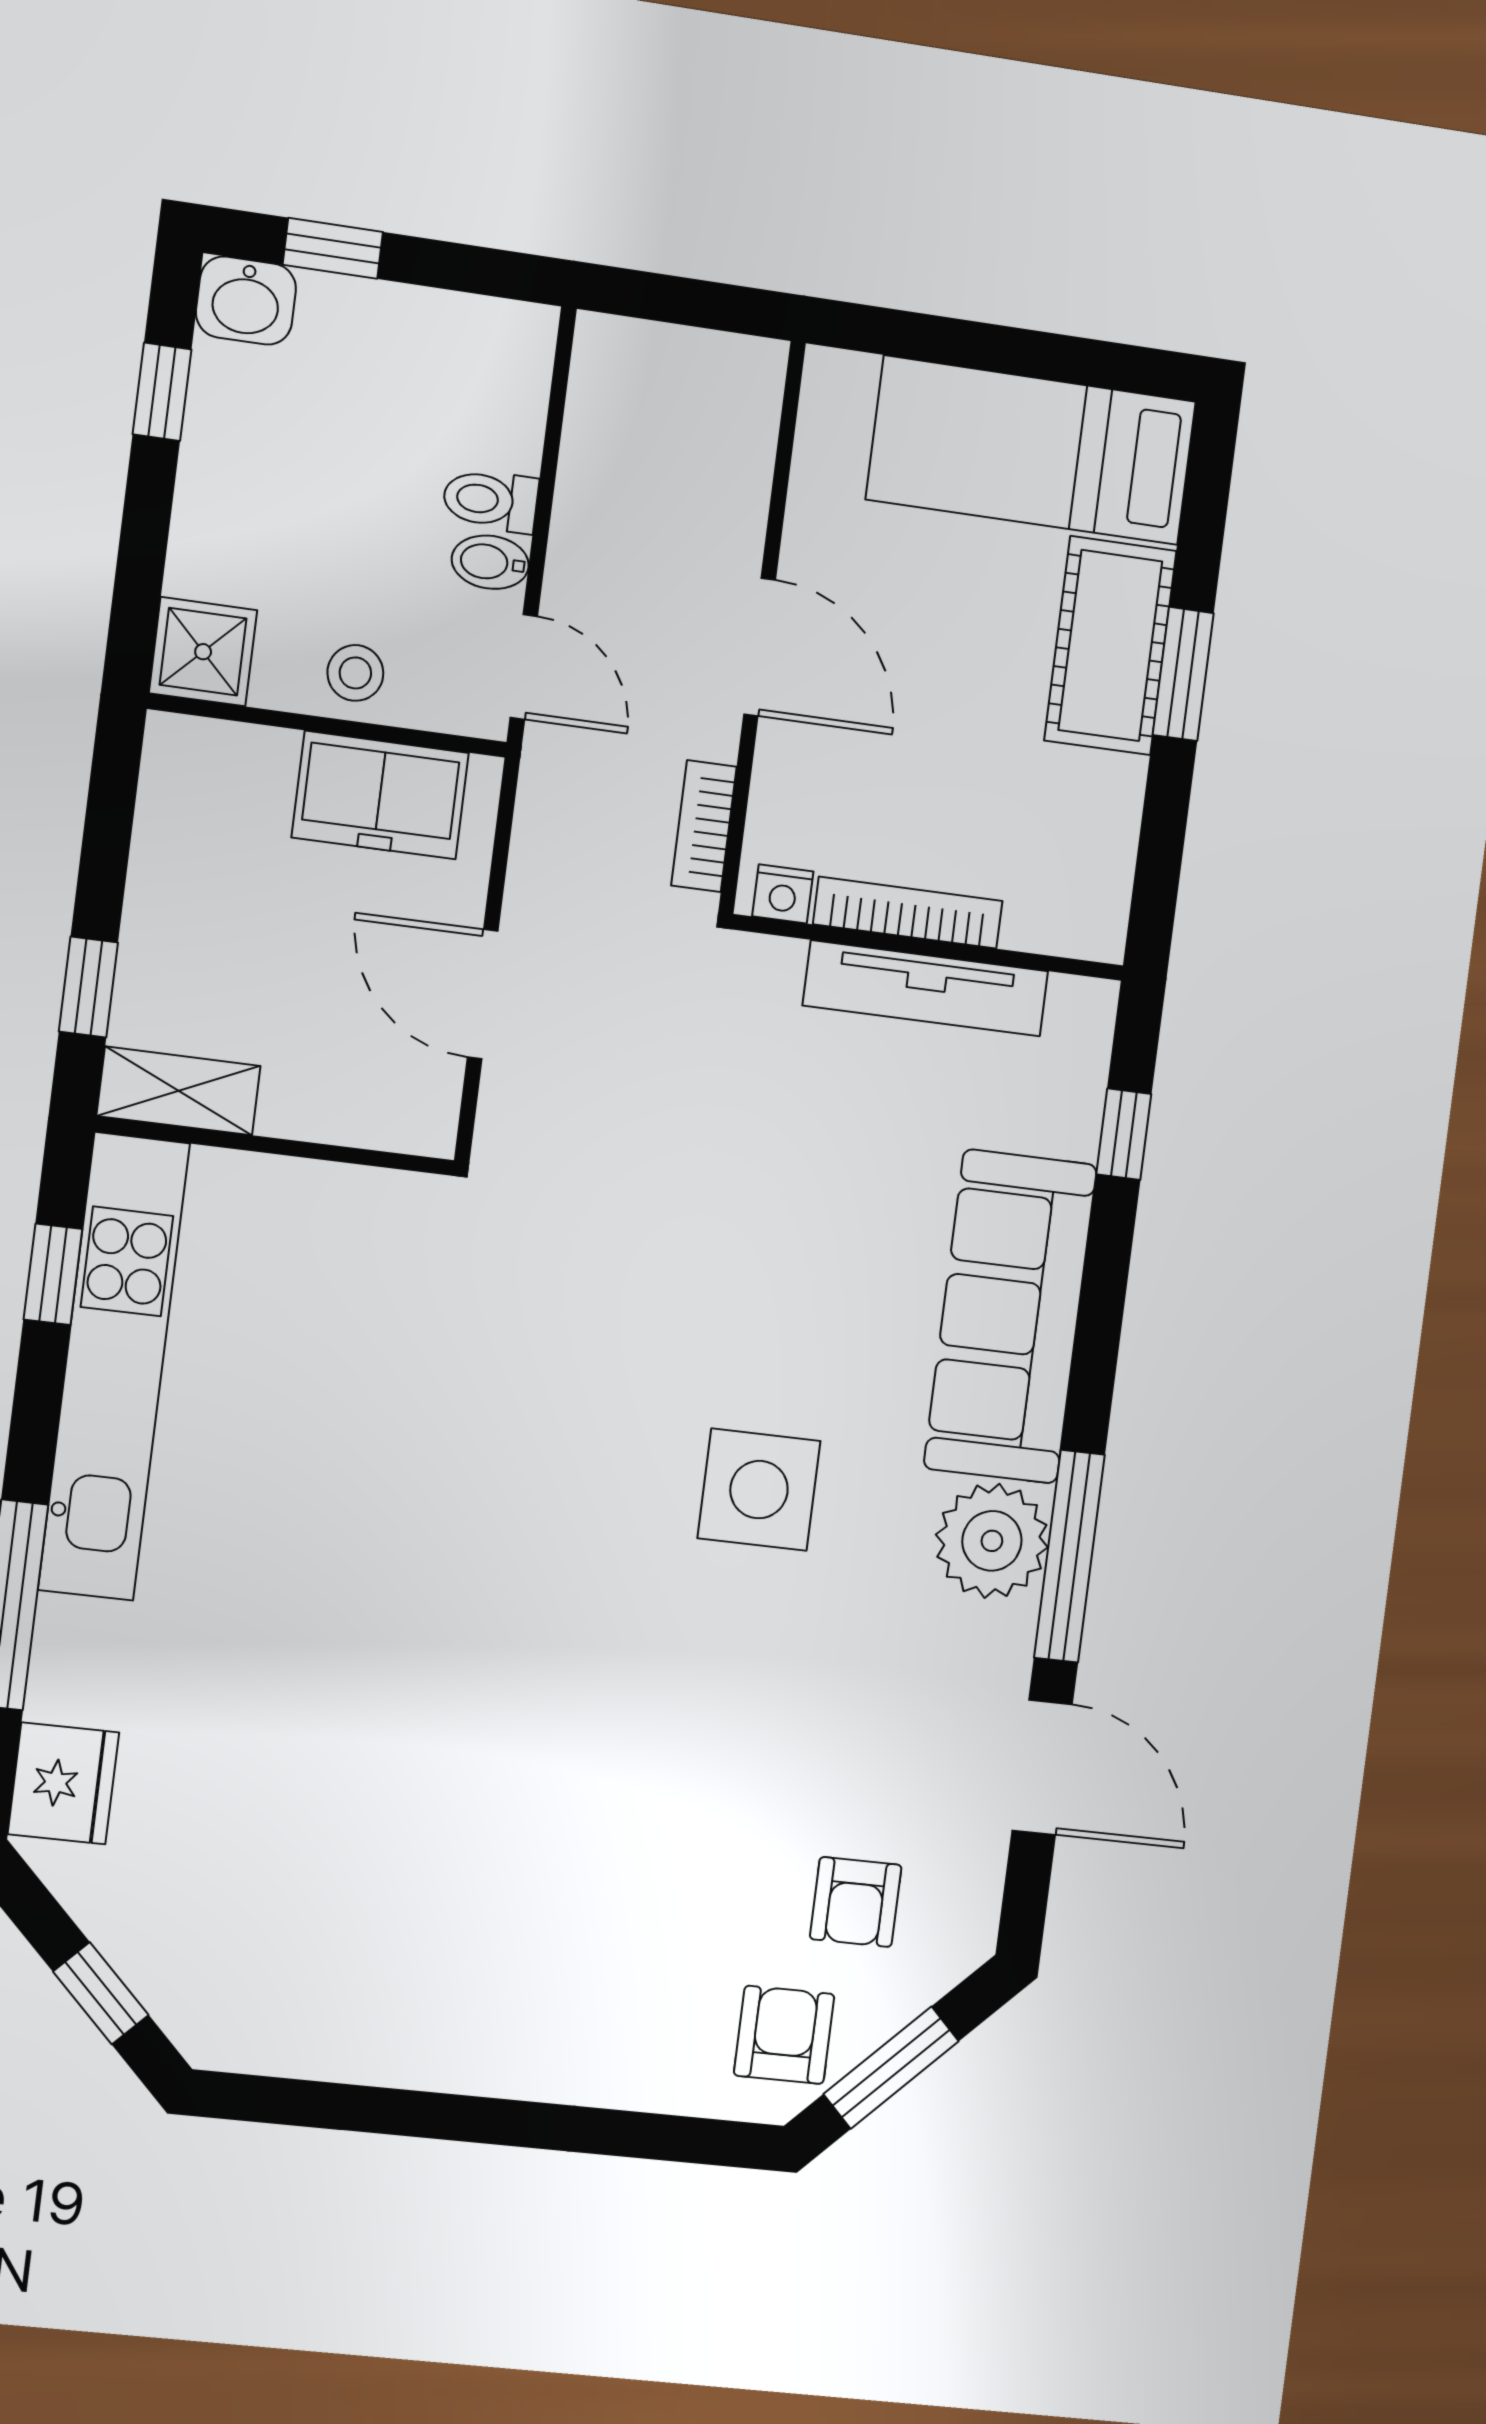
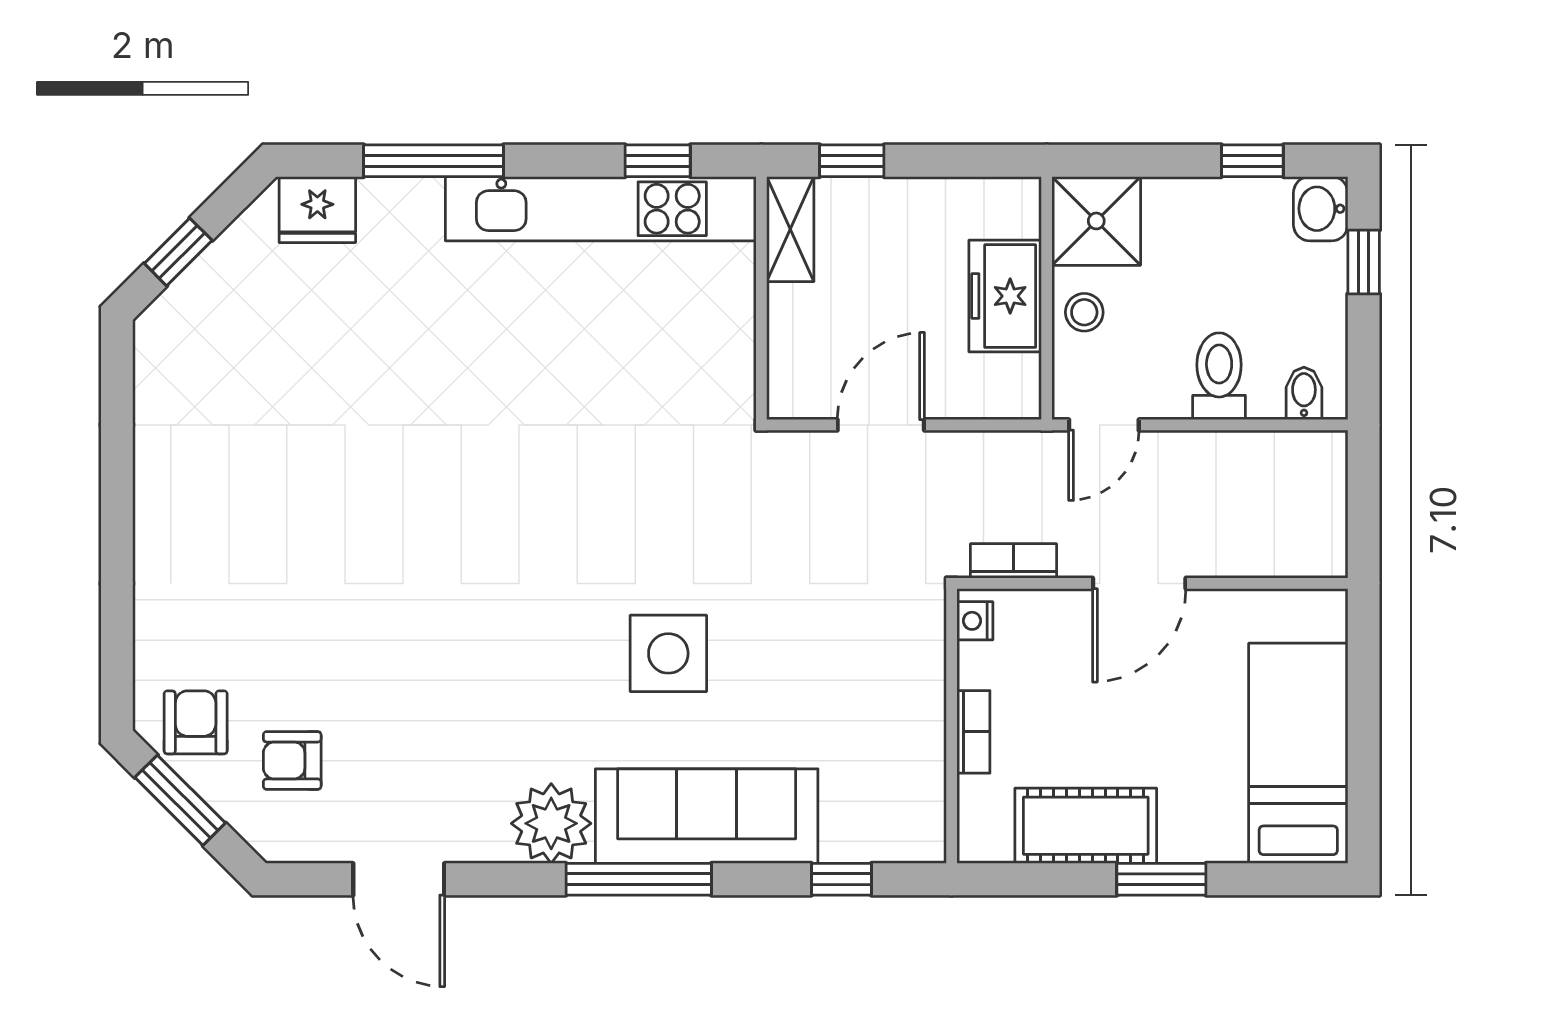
toilet: (490, 500) -> (1219, 376), width x1.37, depth x1.39
bidet: (490, 562) -> (1304, 393), moved
cot: (1110, 646) -> (1086, 826), moved
shower: (203, 652) -> (1096, 221), width x1.36, depth x1.36
freezer: (380, 795) -> (1005, 296), moved
bookcase: (908, 913) -> (973, 732), width x0.64
tv unit: (926, 988) -> (924, 728), removed
side table: (759, 1490) -> (668, 653), moved
window: (1069, 1556) -> (639, 879), moved
door: (1042, 1767) -> (399, 879), hinge flipped
armchair: (784, 2035) -> (196, 722), turned -90

